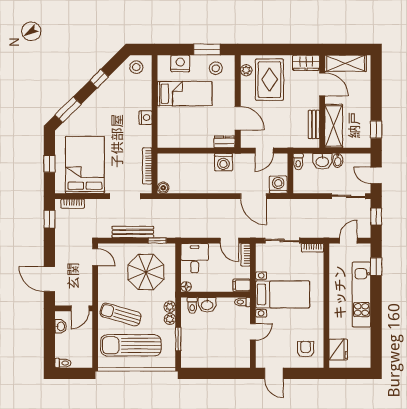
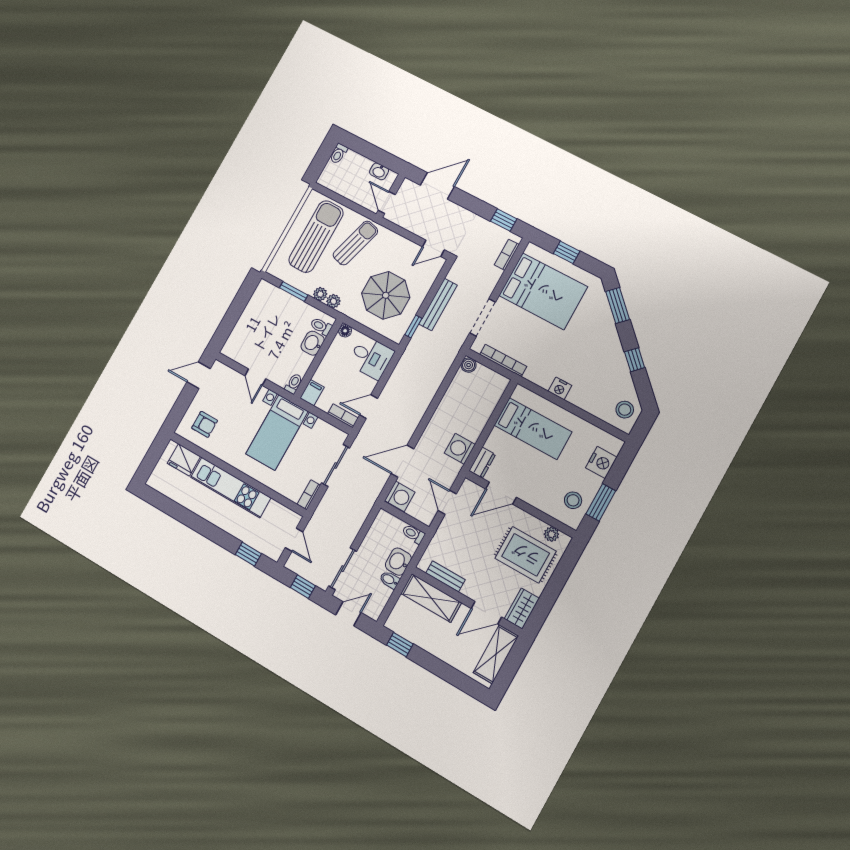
bed: (185, 94) -> (533, 429), moved, turned -90
kitchen unit: (361, 295) -> (231, 487), moved, turned 180

